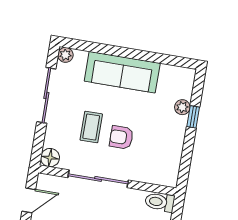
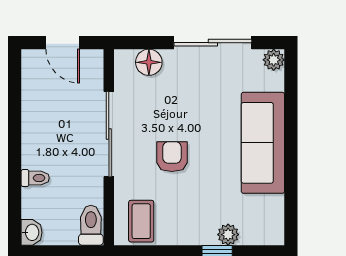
coffee table: (91, 127) -> (141, 221), moved, turned 90
floor lamp: (50, 158) -> (149, 62), moved

